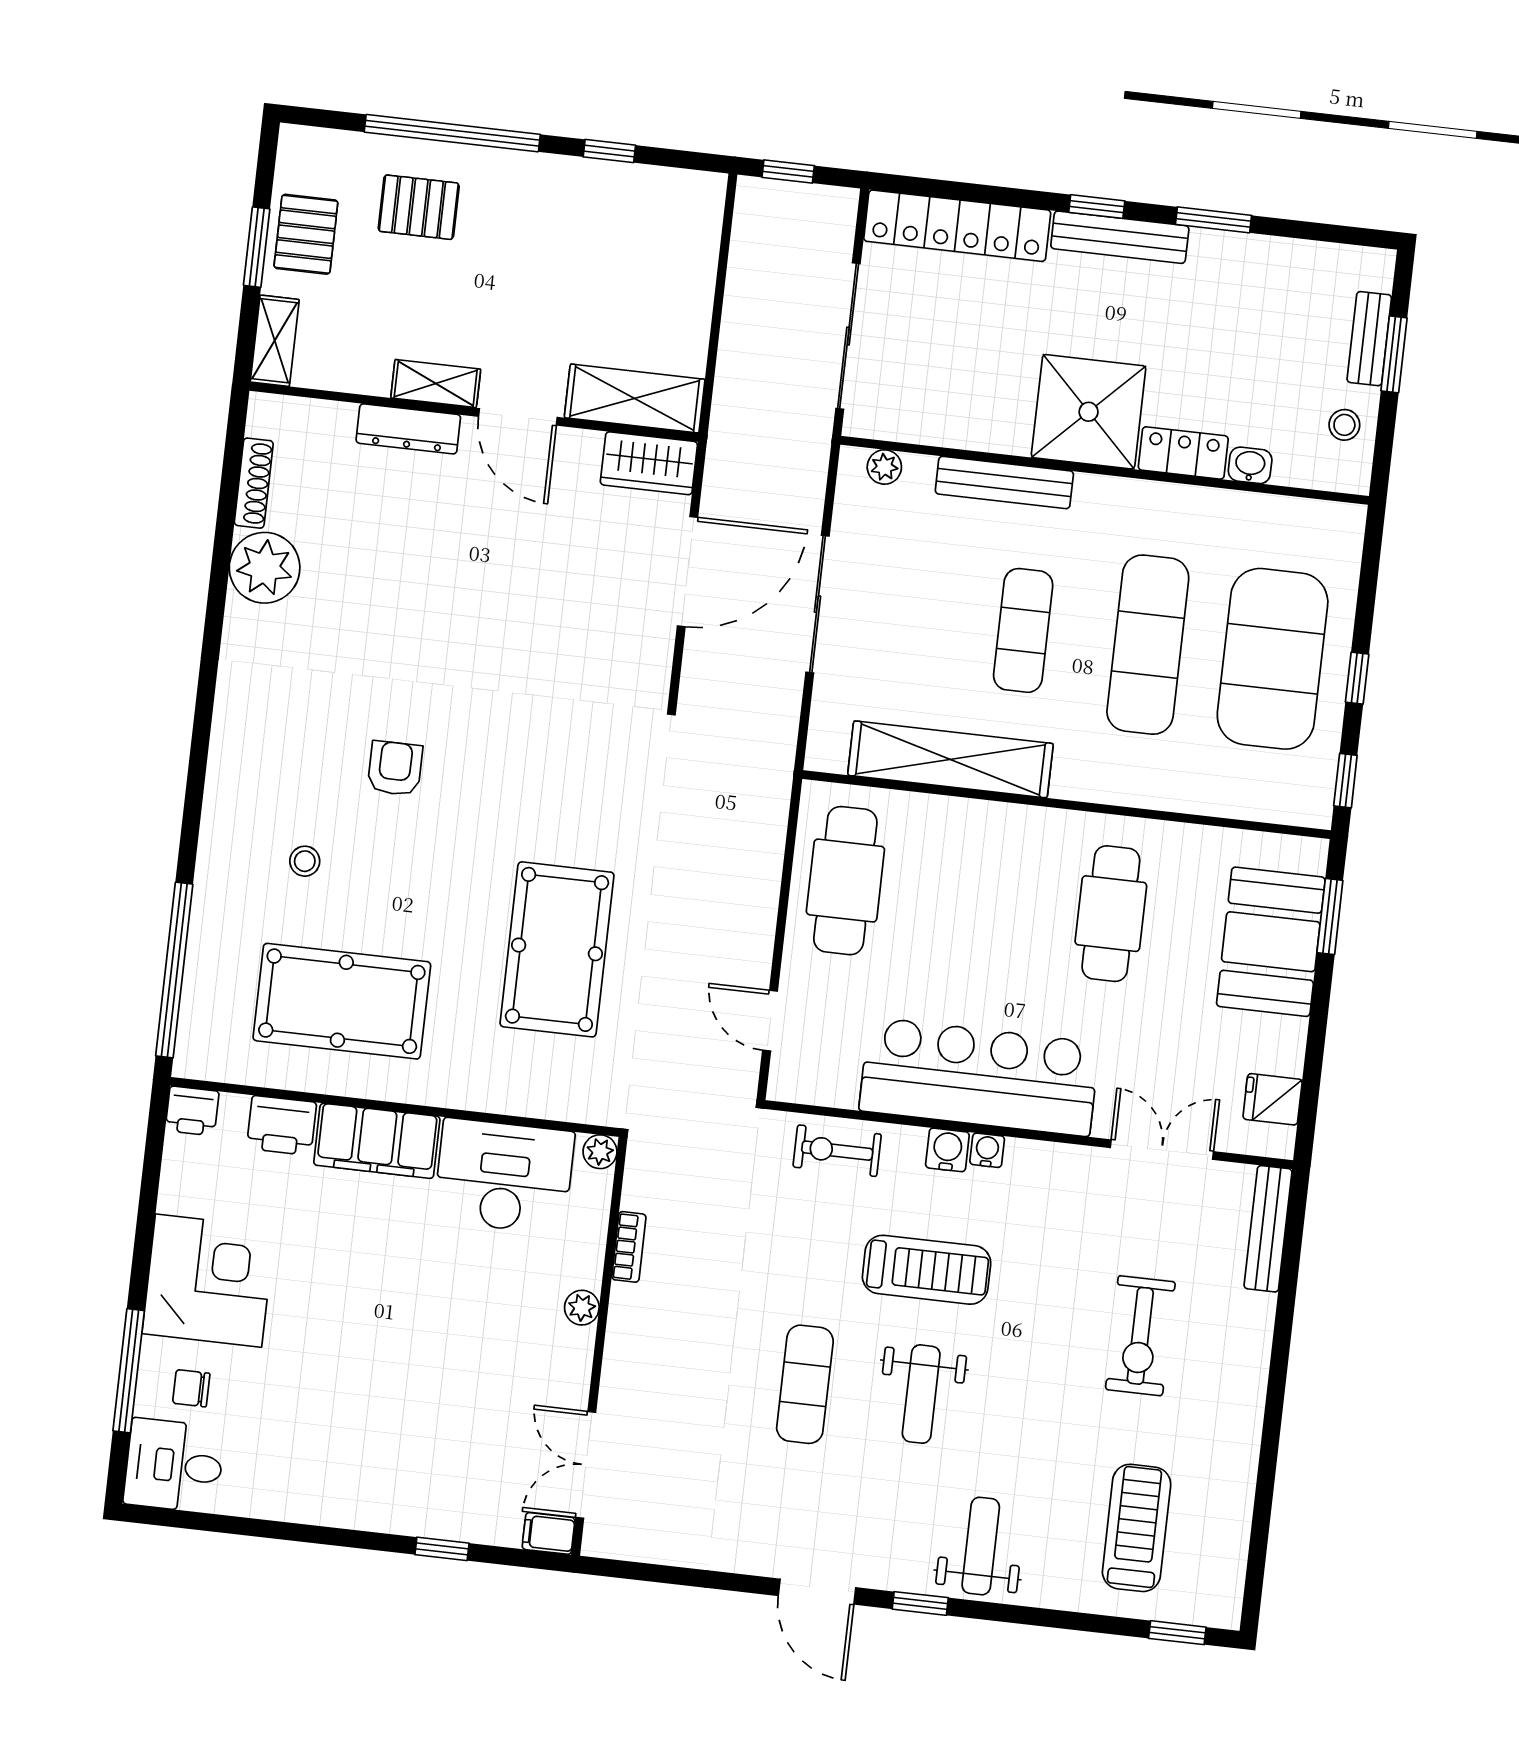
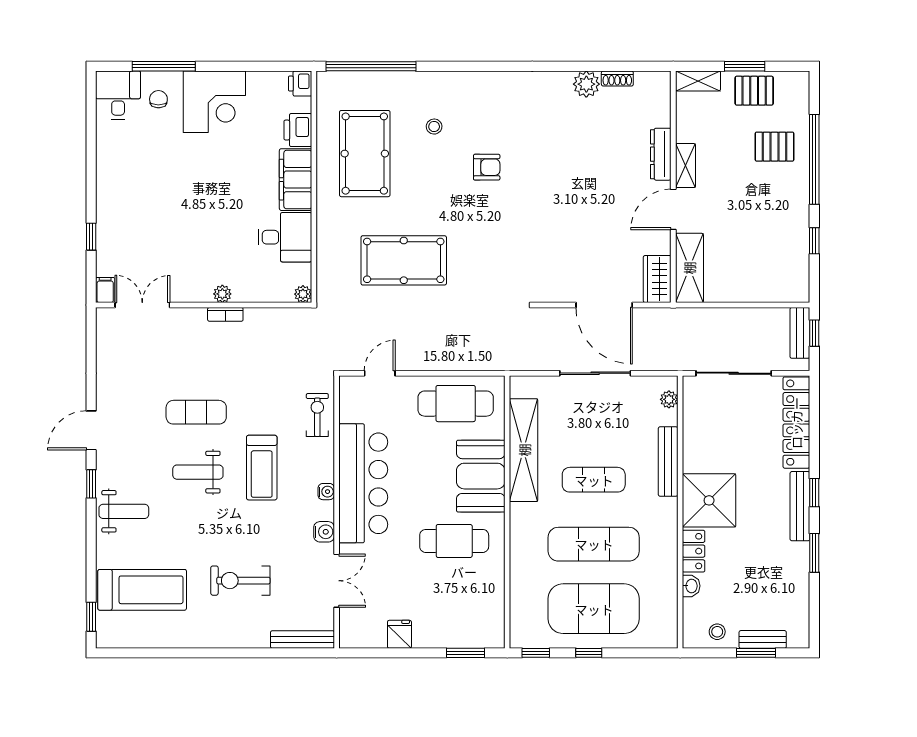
bench: (785, 199) -> (800, 333), added
pallet: (419, 207) -> (774, 147), turned 90
shoe rack: (254, 483) -> (617, 78), width x0.70
plant: (265, 568) -> (586, 84), width x0.73, depth x0.73
booth: (1271, 942) -> (481, 476), moved, turned 90
fridge: (1273, 1099) -> (399, 634), moved
water cooler: (947, 1150) -> (324, 532), moved
desk: (504, 1176) -> (285, 237), width x0.73
bookcase: (629, 1247) -> (225, 314), moved
treadmill: (1137, 1528) -> (142, 590), width x1.37, depth x1.38

